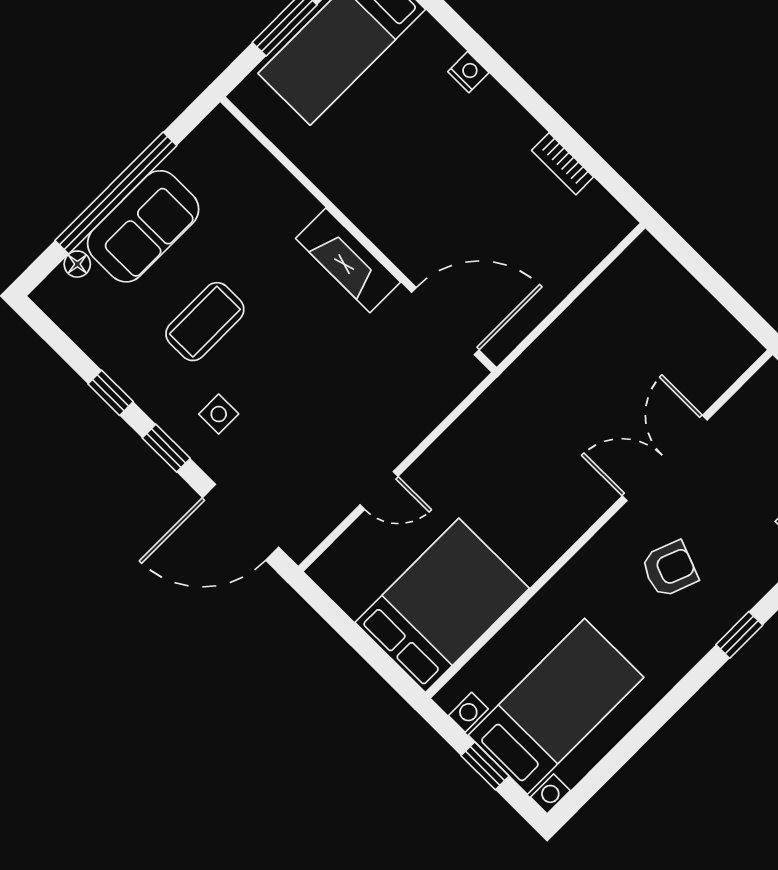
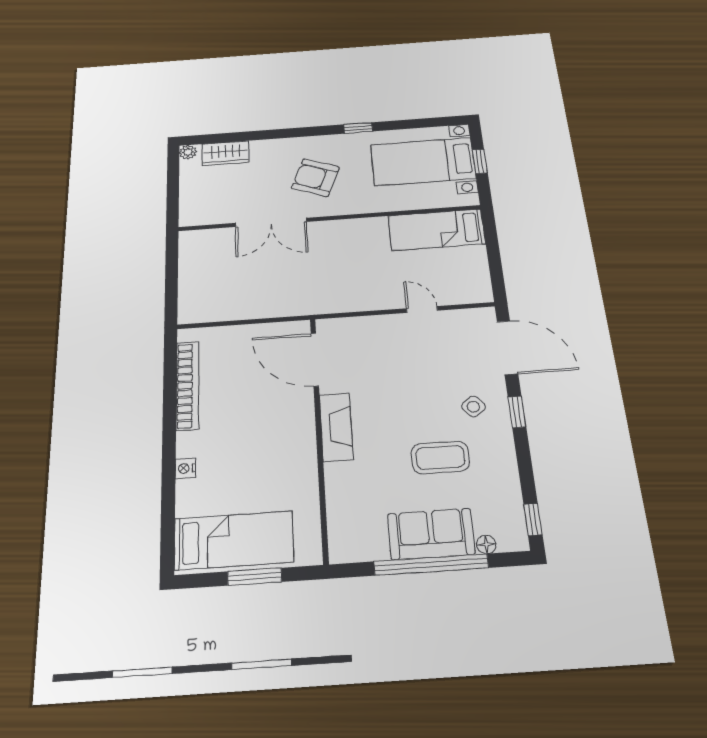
bookcase: (563, 164) -> (188, 385), width x2.31, depth x1.31
window: (111, 393) -> (533, 519), moved
side table: (219, 414) -> (473, 407), turned -38
armchair: (670, 569) -> (315, 178), width x1.38, depth x1.38
bed: (442, 605) -> (437, 230), width x0.67
window: (739, 635) -> (358, 128), moved

